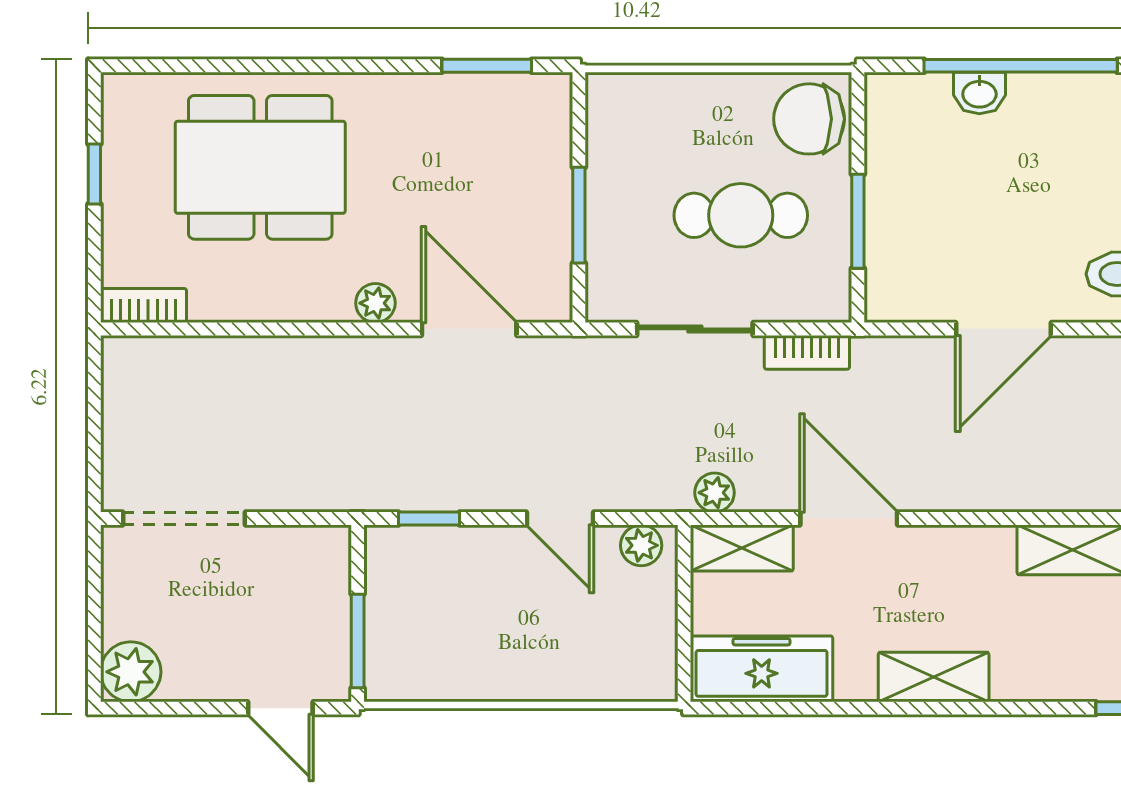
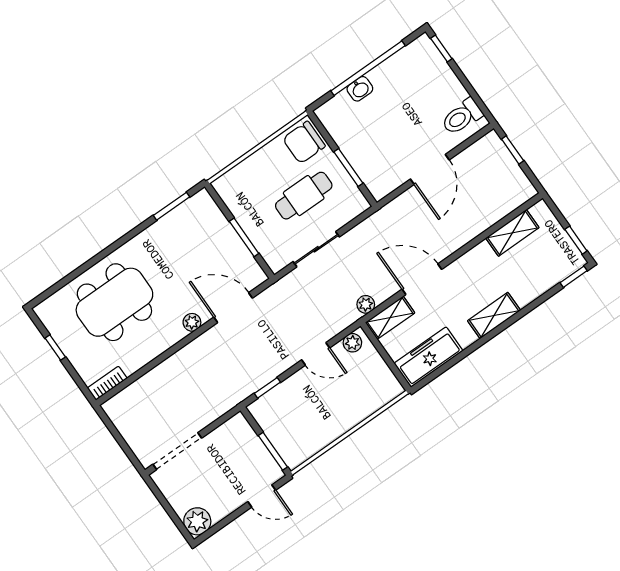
bookcase: (807, 352) -> (363, 229), removed

